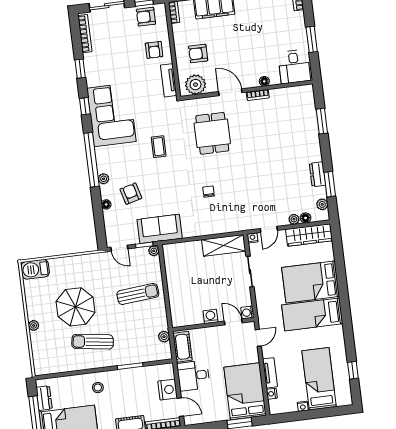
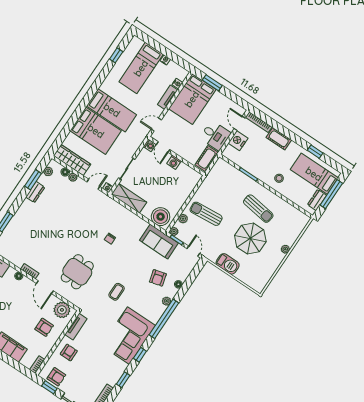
boiler: (179, 254) -> (161, 217), added
barbecue: (35, 269) -> (228, 264), moved
plant: (164, 337) -> (183, 219), moved

